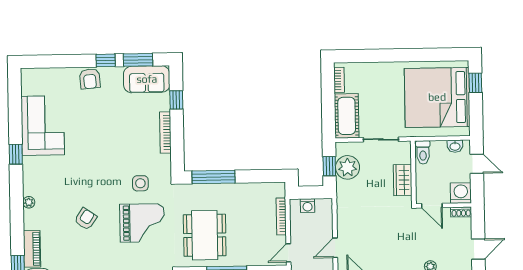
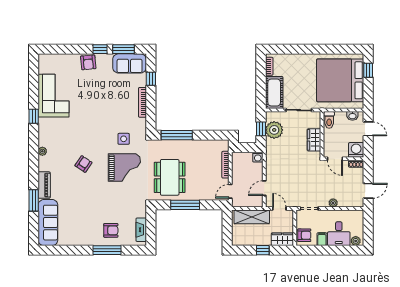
washing machine: (308, 206) -> (258, 157), moved

